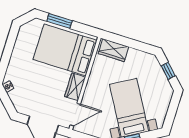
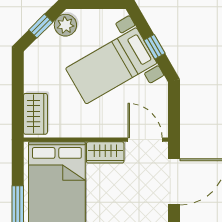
plant: (164, 87) -> (65, 25), added

